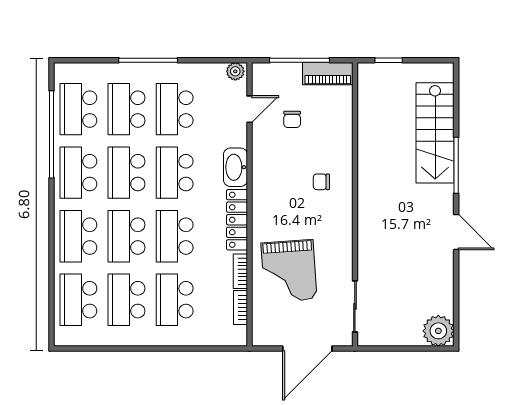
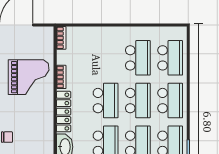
grand piano: (289, 271) -> (29, 77), turned 94
school desk: (175, 300) -> (106, 58), removed
bookcase: (241, 308) -> (61, 38), moved

